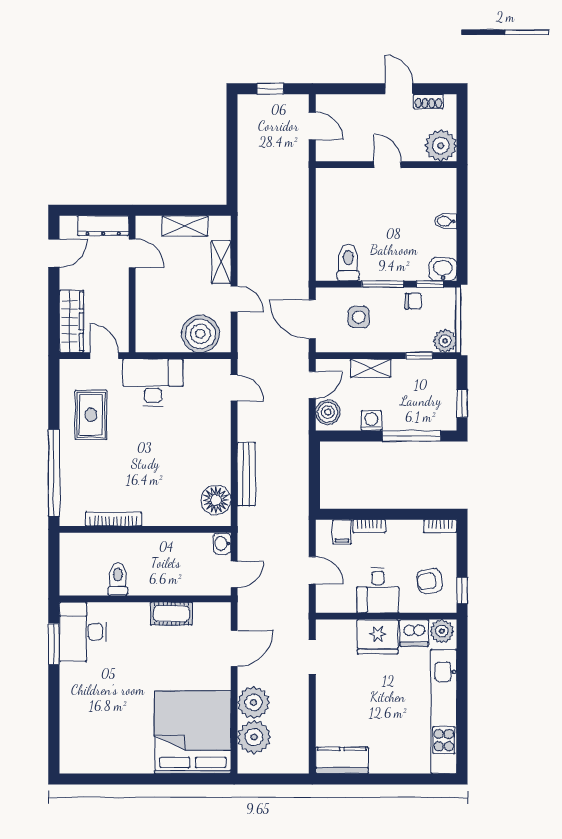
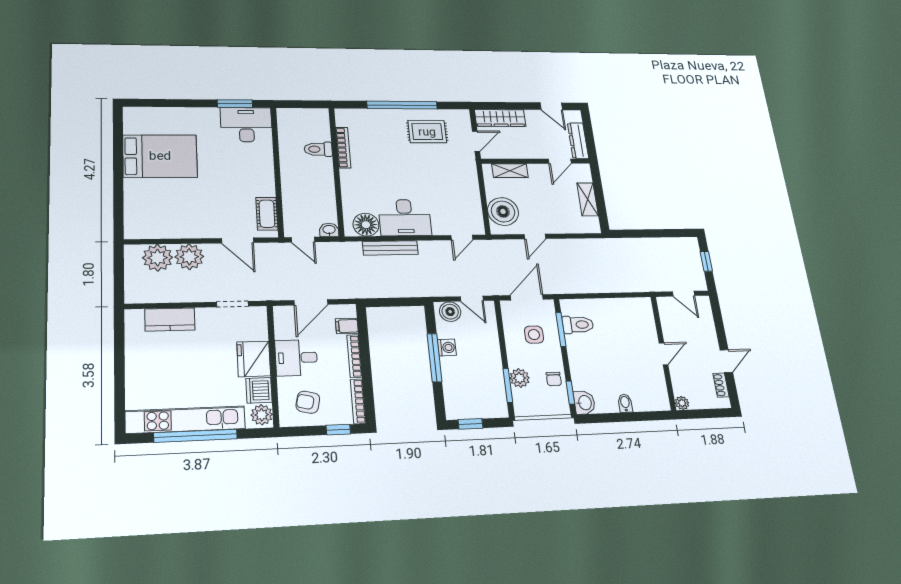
door: (312, 126) -> (683, 294), hinge flipped
plant: (441, 146) -> (682, 403), width x0.53, depth x0.53
shelving: (221, 262) -> (510, 171), moved
window: (383, 284) -> (561, 329), moved
plant: (445, 341) -> (520, 378), moved
window: (419, 356) -> (508, 386), width x1.50
shelving: (371, 368) -> (492, 345), removed
desk: (153, 383) -> (405, 218), moved, turned 90
window: (412, 436) -> (434, 358), moved
window: (54, 473) -> (402, 105), moved
bookcase: (369, 526) -> (354, 356), width x1.56
bookcase: (440, 526) -> (358, 401), width x1.56
door: (312, 570) -> (311, 302), width x1.38
toilet: (118, 579) -> (318, 149), moved, turned 180
armchair: (430, 581) -> (308, 402), turned -69
window: (462, 590) -> (338, 430), moved
cot: (171, 614) -> (267, 214), moved
window: (462, 701) -> (196, 436), added
bed: (193, 732) -> (160, 156), moved, width x0.73
kitchen counter: (342, 760) -> (170, 319), moved, turned 90

